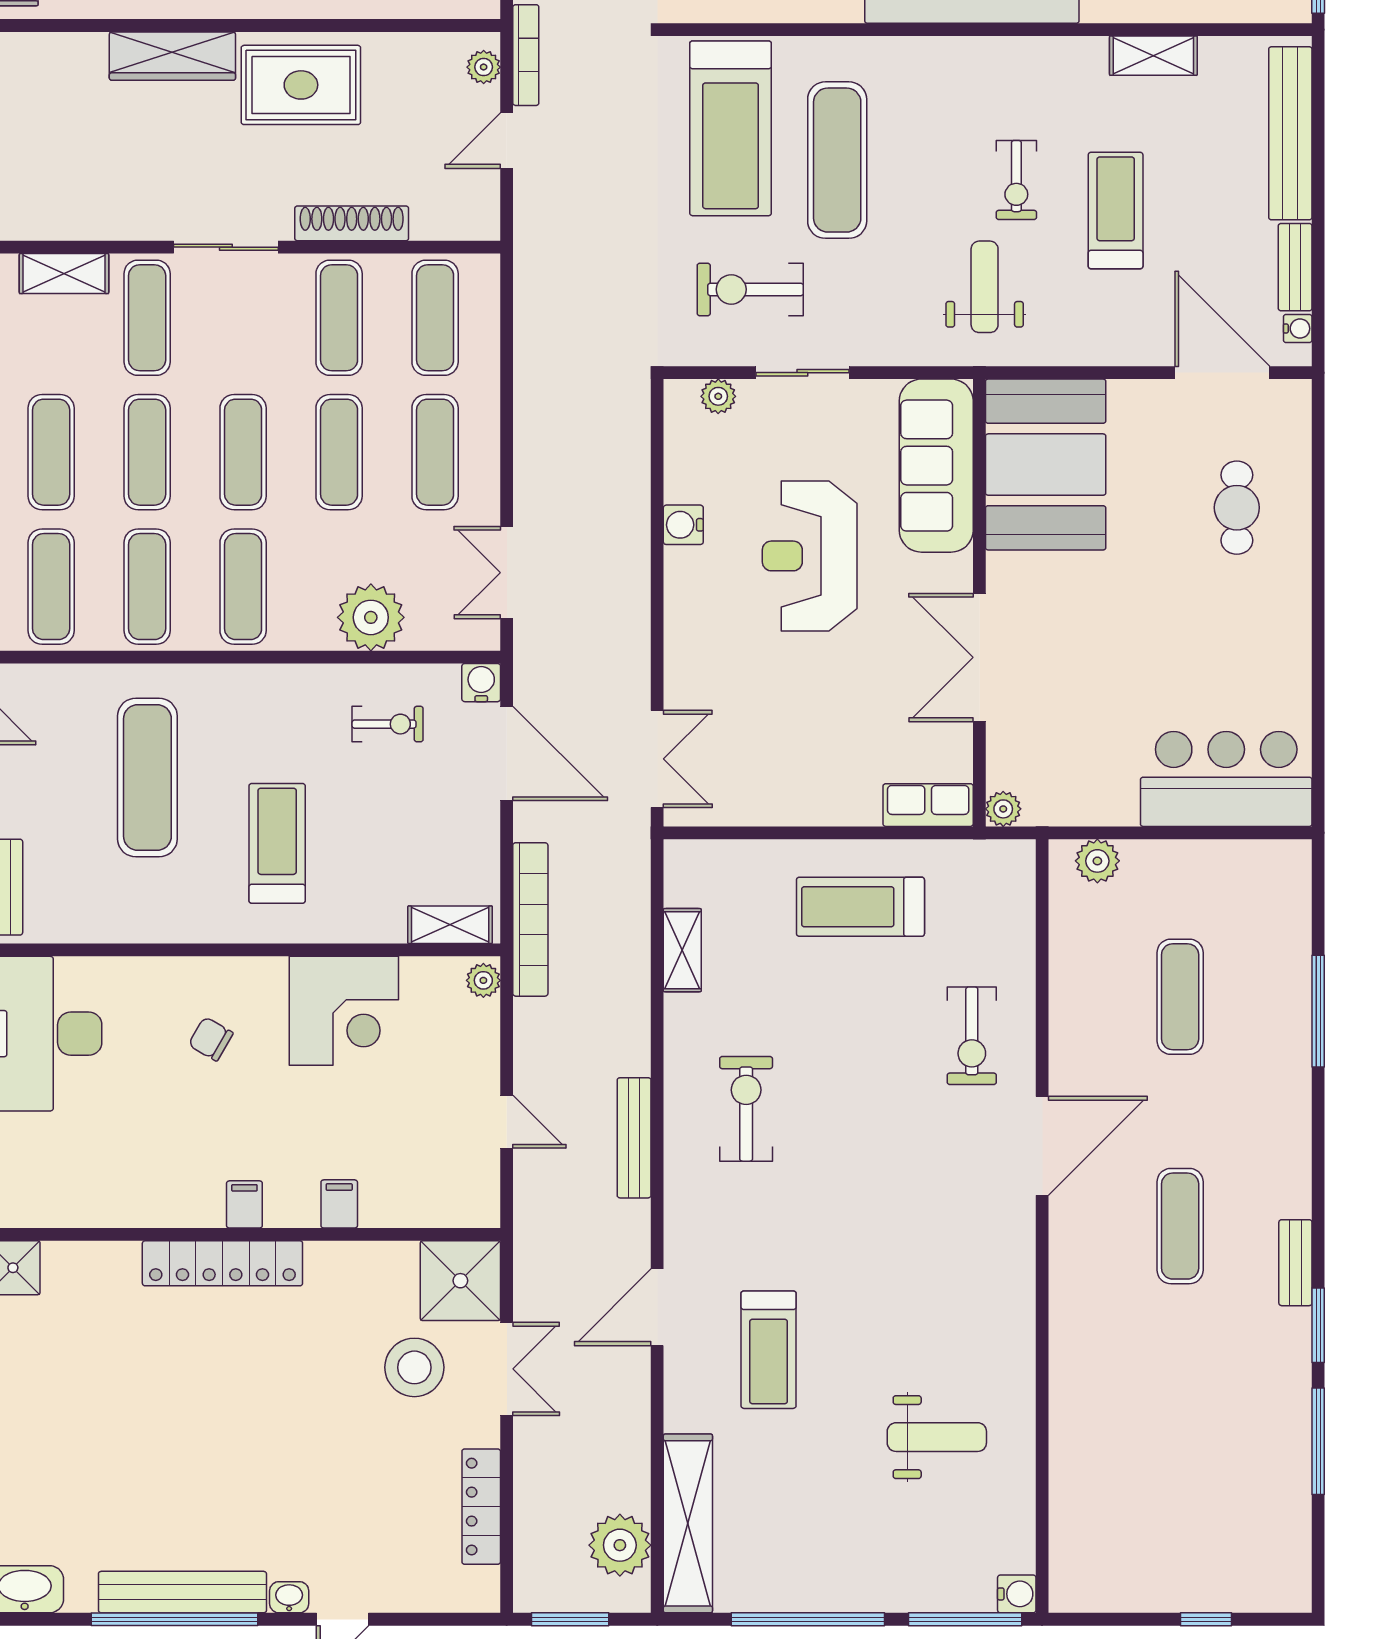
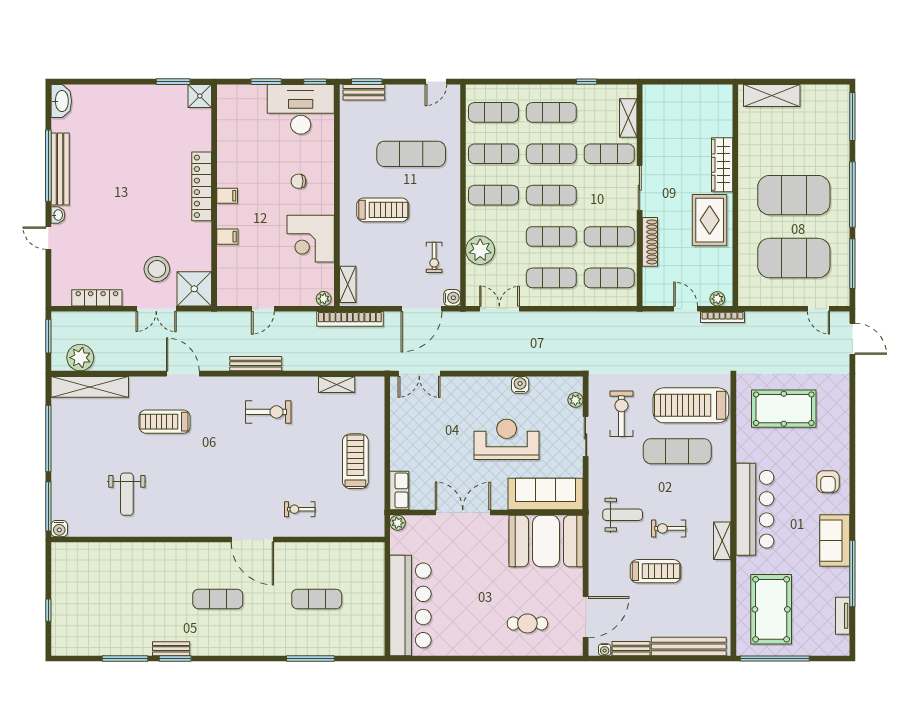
shelving: (1153, 56) -> (722, 541), moved
bar counter: (1226, 779) -> (410, 605), width x1.36
plant: (1097, 861) -> (375, 563), removed
exercise bike: (972, 1036) -> (300, 509), width x0.73, depth x0.72
chair: (211, 1039) -> (298, 181), turned -120
bench: (1295, 1263) -> (171, 649), moved

